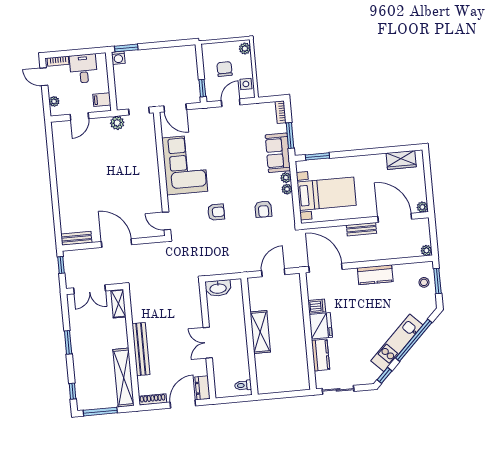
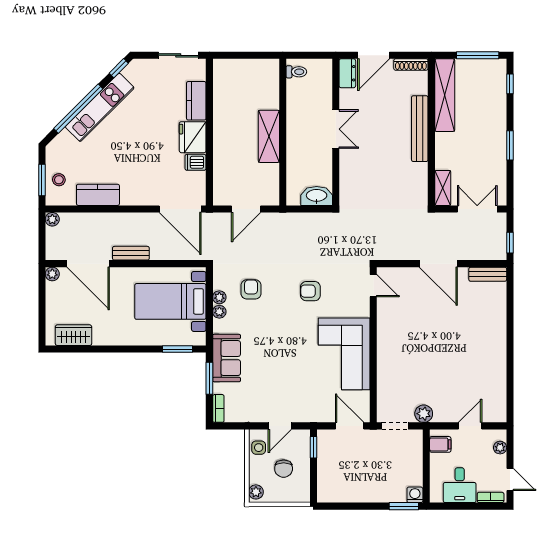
plant: (286, 178) -> (219, 297), moved
kitchen counter: (375, 275) -> (98, 195), moved

